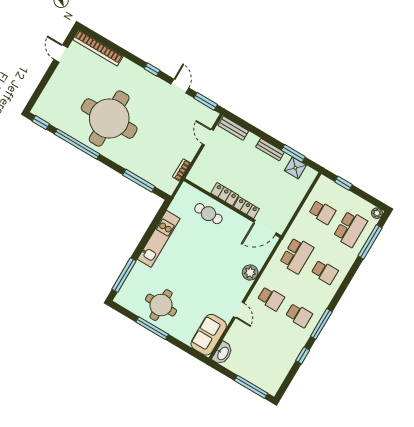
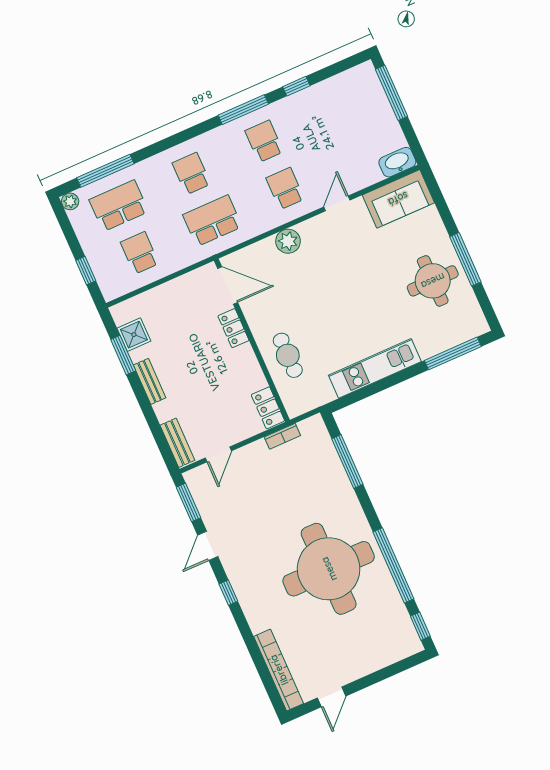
locker: (225, 194) -> (268, 408), moved

